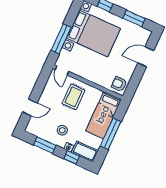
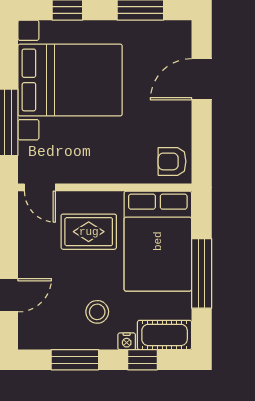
rug: (73, 97) -> (89, 232), turned 90
bed: (104, 115) -> (158, 241), width x1.50

